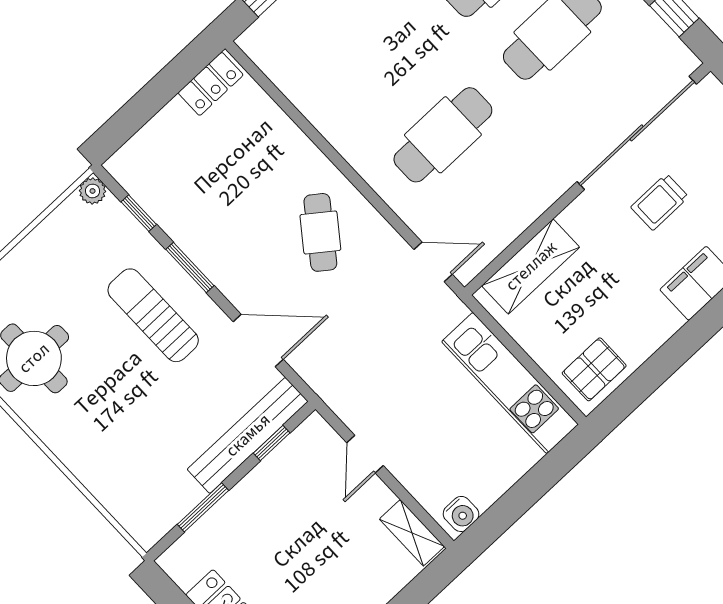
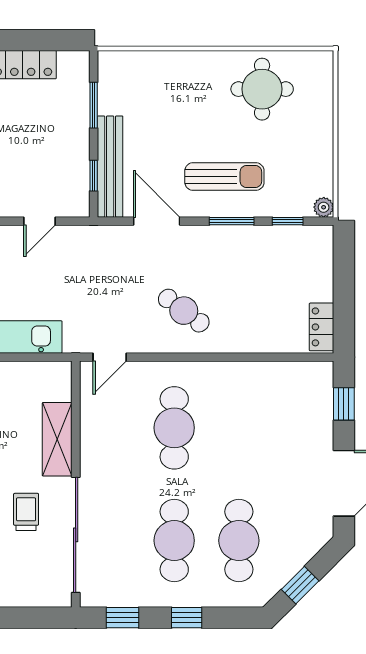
shelving: (531, 266) -> (57, 439), moved
door: (258, 340) -> (157, 221), swing flipped
door: (365, 454) -> (39, 221), swing flipped

